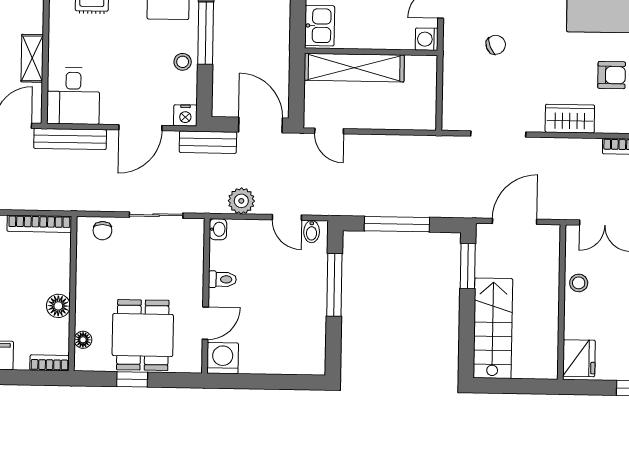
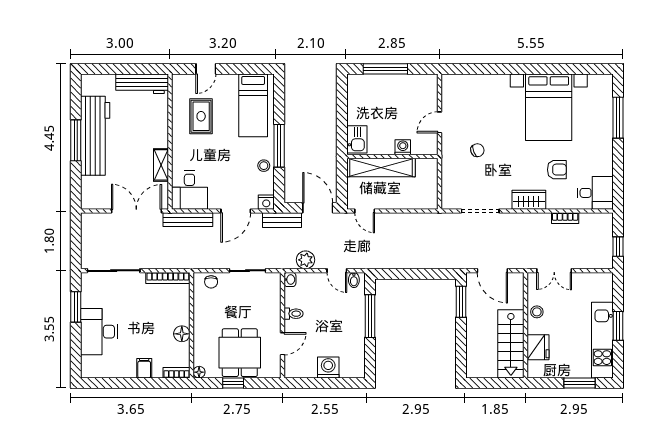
washing machine: (427, 39) -> (403, 147), moved, turned 90
door: (515, 221) -> (492, 271), swing flipped
window: (397, 224) -> (412, 274), removed
stairs: (493, 328) -> (511, 344), moved, turned 180
floor lamp: (83, 340) -> (199, 372), moved
washing machine: (223, 358) -> (328, 367), moved
fridge: (579, 358) -> (538, 347), moved

